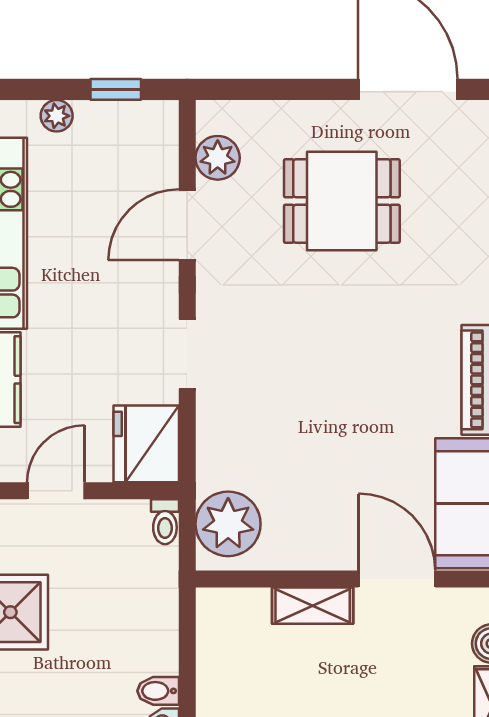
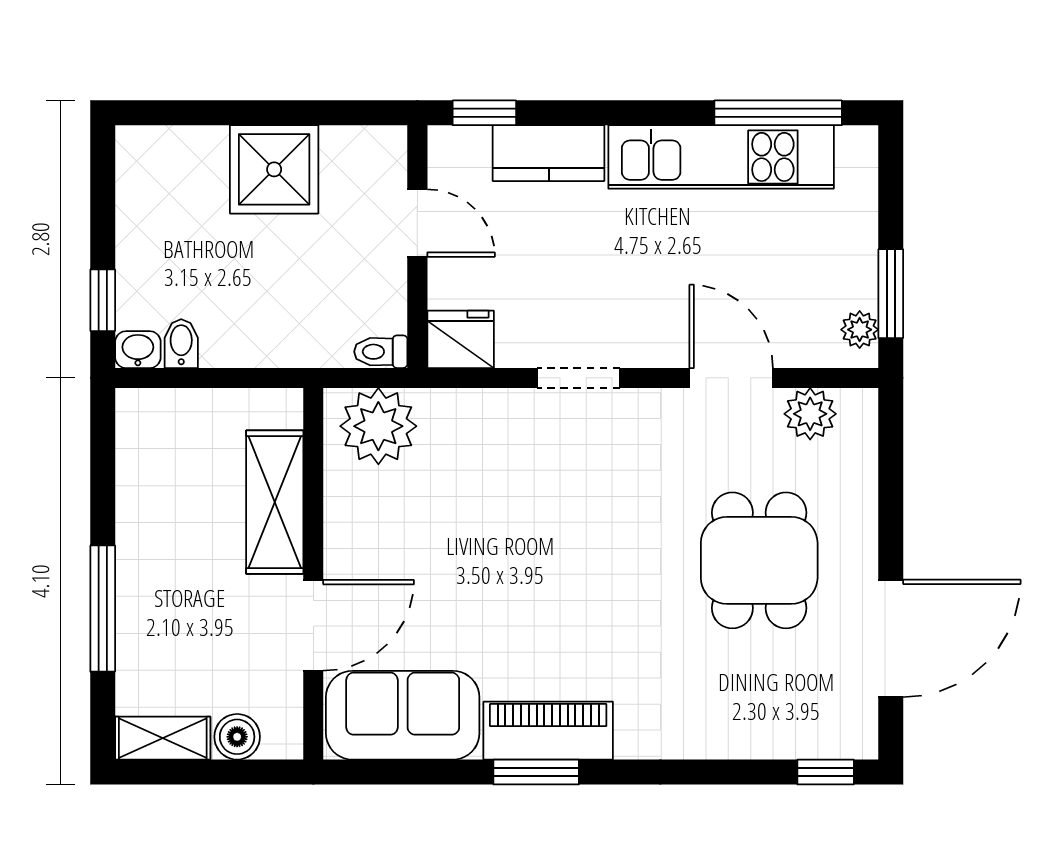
window: (116, 89) -> (891, 294), width x1.50
plant: (57, 116) -> (860, 330), moved
fridge: (146, 444) -> (461, 339), width x0.73, depth x0.75
shelving: (313, 606) -> (275, 502), width x1.50, depth x1.33

